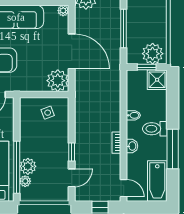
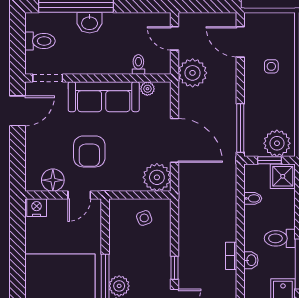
plant: (63, 11) -> (147, 89), moved
window: (124, 28) -> (240, 128), moved
bidet: (133, 115) -> (253, 198), moved

